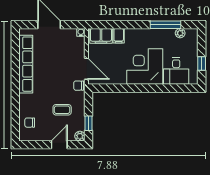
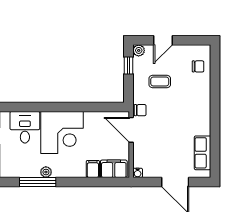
plant: (180, 33) -> (46, 172), moved
row of seats: (26, 64) -> (203, 153), width x0.50

